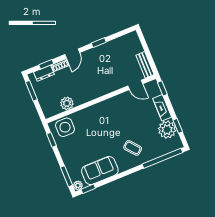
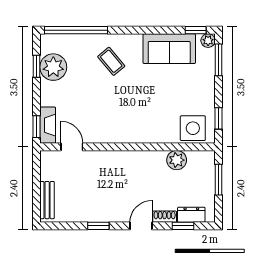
bench: (145, 65) -> (47, 200), moved
window: (31, 91) -> (218, 180), moved
fireplace: (162, 108) -> (48, 125), moved

